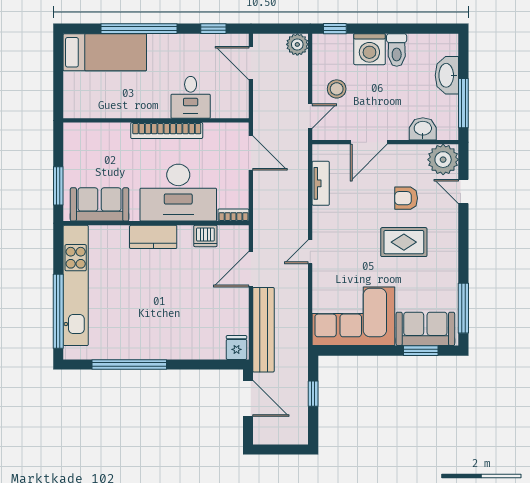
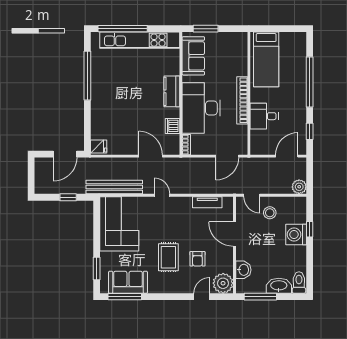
window: (335, 29) -> (310, 229), moved
toilet: (397, 50) -> (299, 283), moved, turned 90
bed: (105, 52) -> (266, 59), moved
armchair: (406, 198) -> (197, 259), turned 180
sofa: (425, 329) -> (128, 282), moved, turned -90
bench: (263, 330) -> (114, 187), moved

